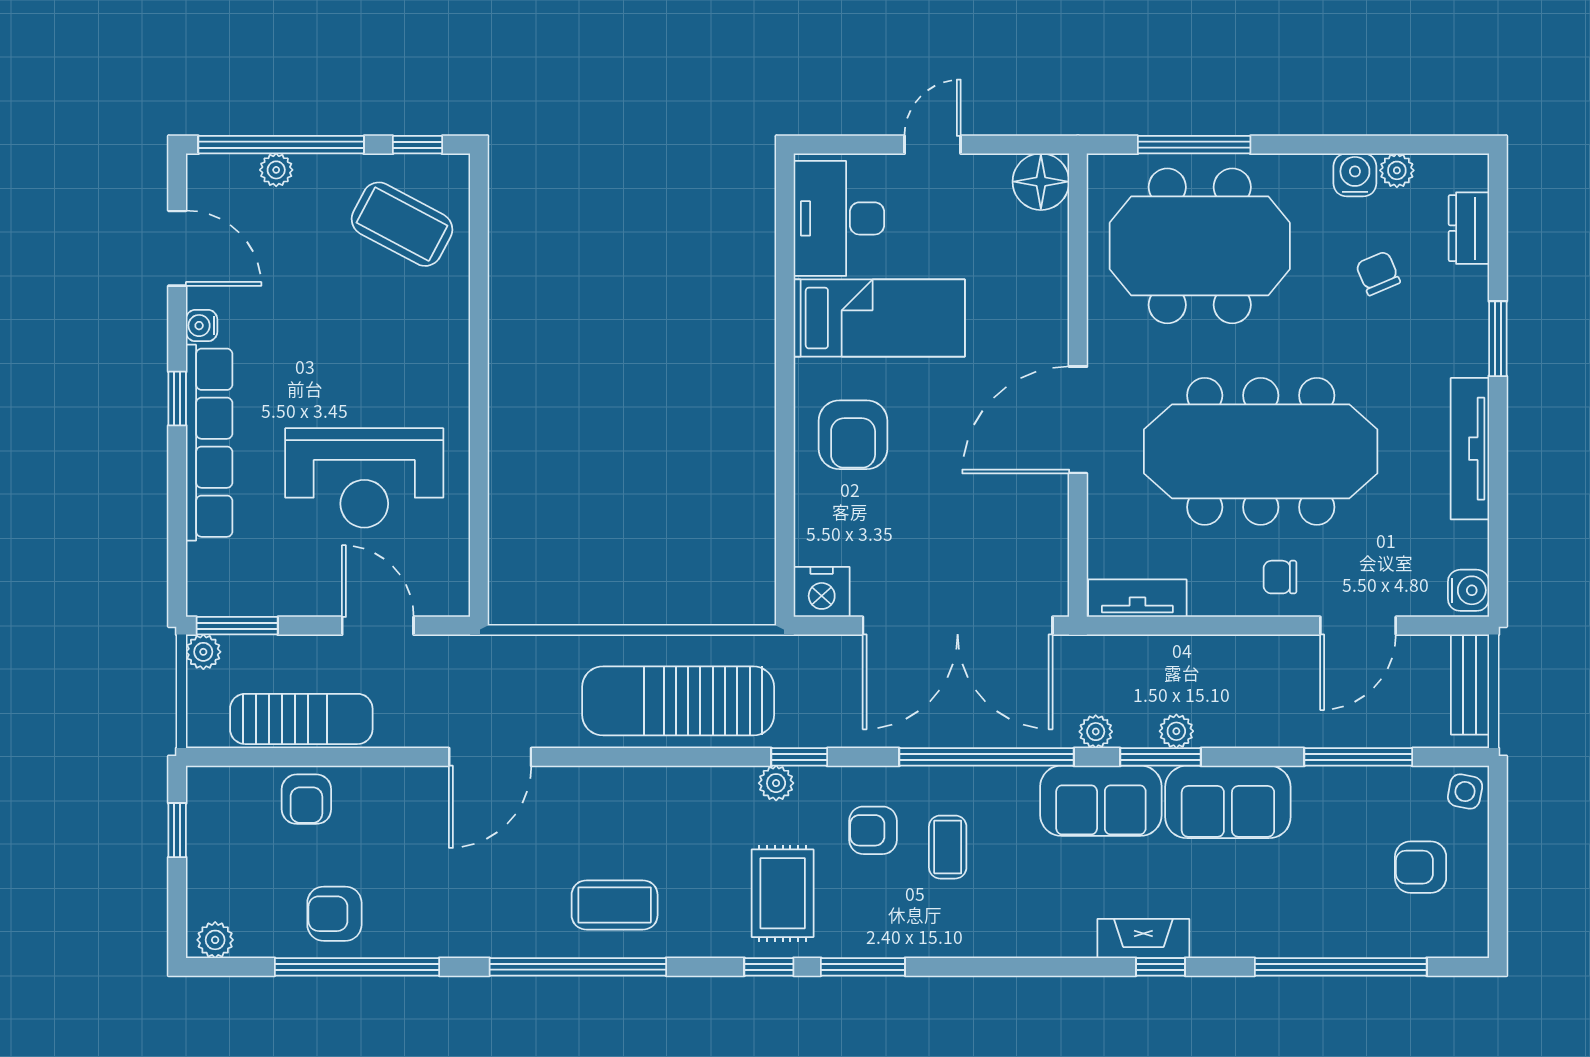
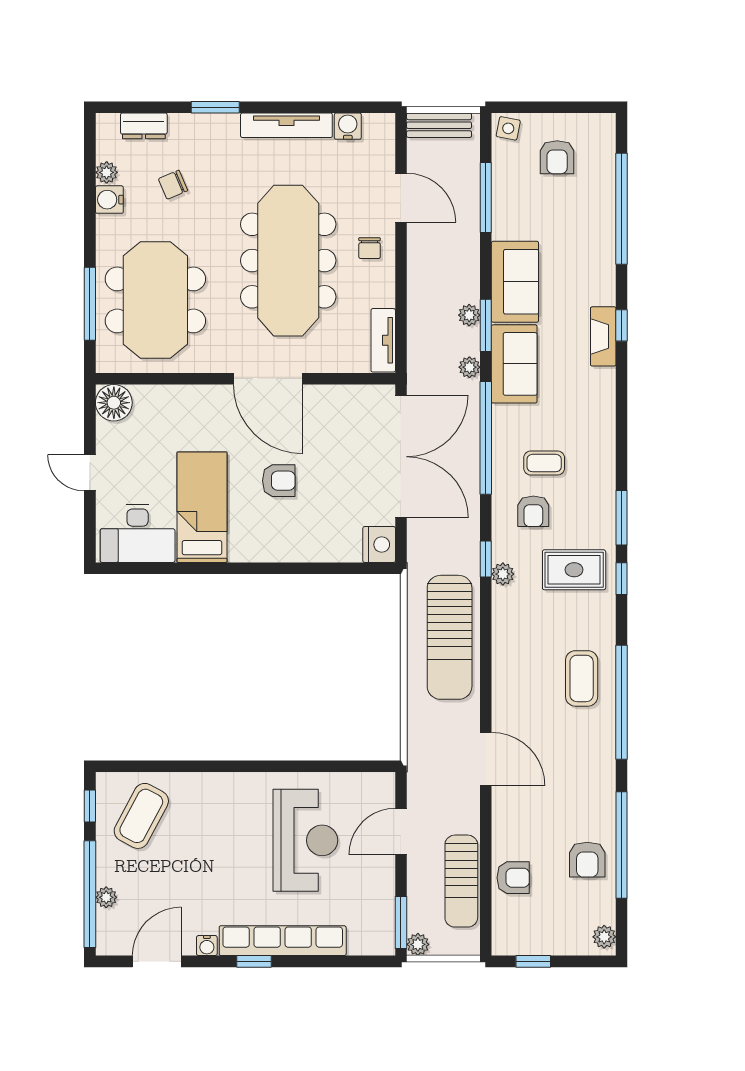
armchair: (853, 435) -> (279, 481), moved, width x0.72, depth x0.72
water cooler: (1468, 590) -> (348, 126), moved
sun lounger: (301, 719) -> (461, 881), turned 180

